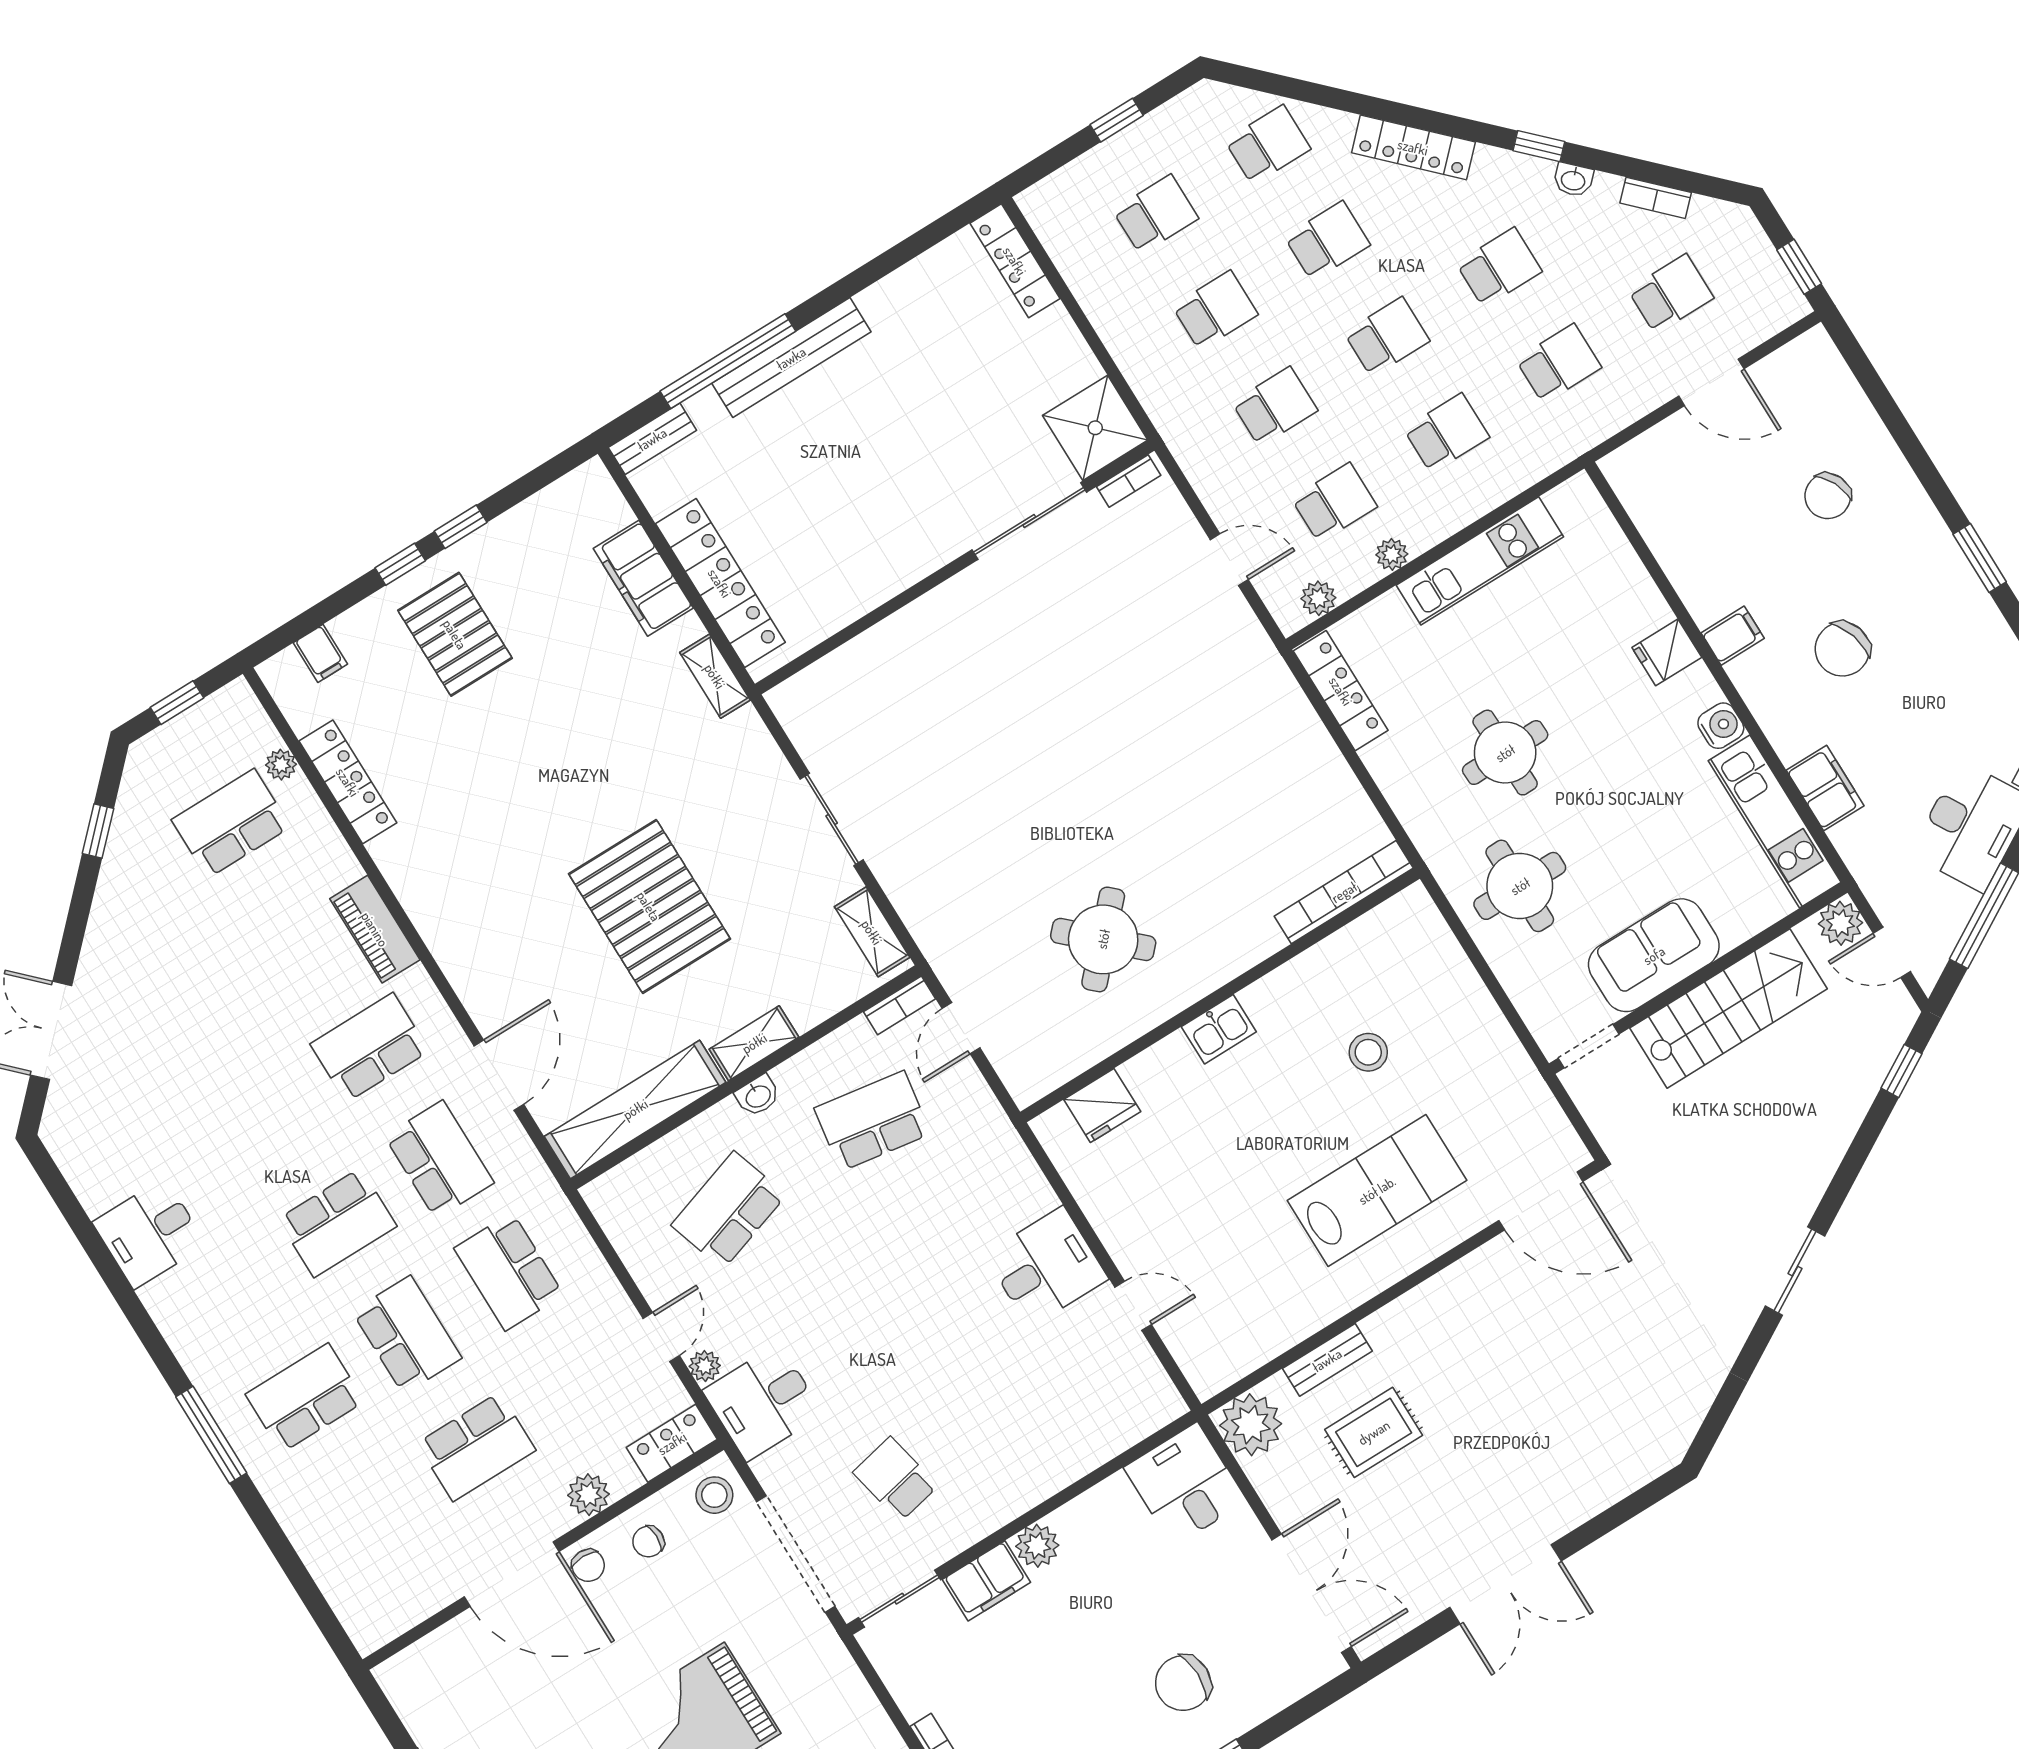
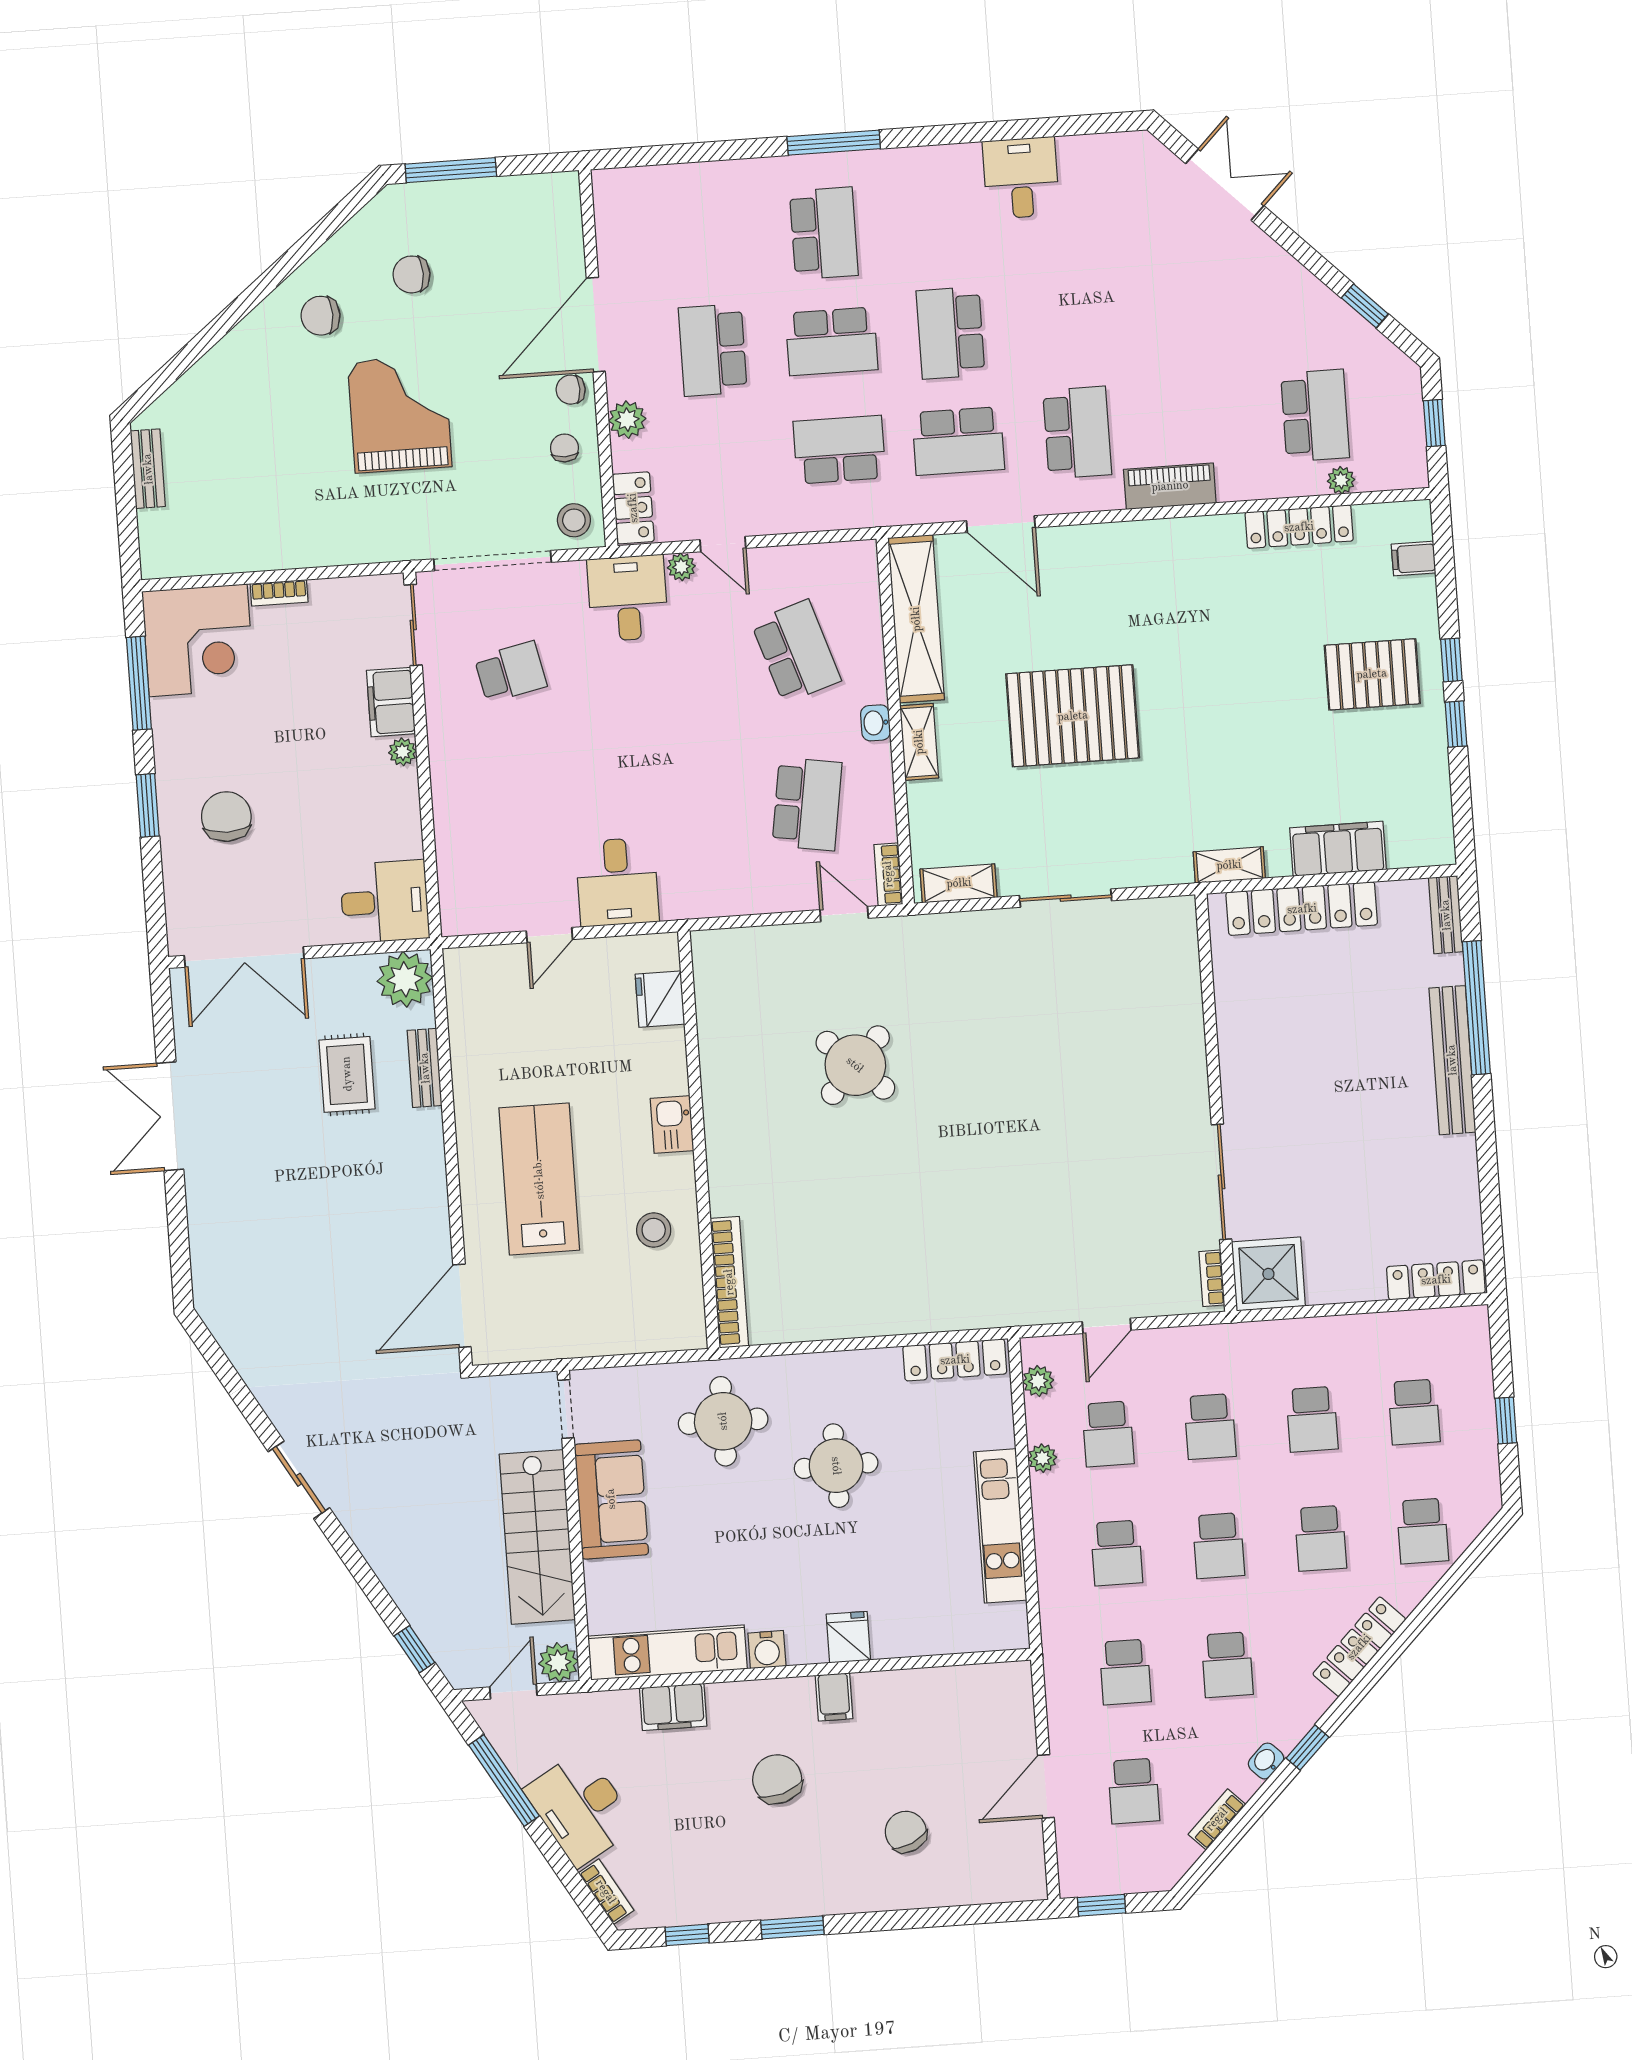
bookcase: (1344, 892) -> (729, 1282), moved
wall: (1220, 995) -> (699, 1140), moved
kitchen sink: (1219, 1029) -> (672, 1125), moved
fridge: (1102, 1105) -> (660, 999), moved
lab bench: (1377, 1190) -> (539, 1179), turned 180
plant: (1037, 1546) -> (403, 752), width x0.73, depth x0.73

